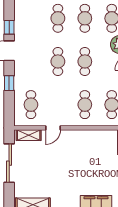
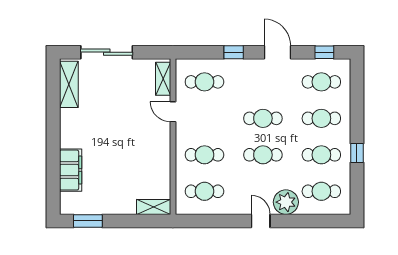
cafe table: (31, 18) -> (321, 82), added
window: (9, 27) -> (324, 52), moved
sliding door: (9, 163) -> (107, 52), moved

